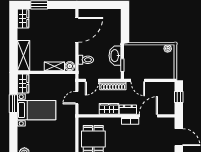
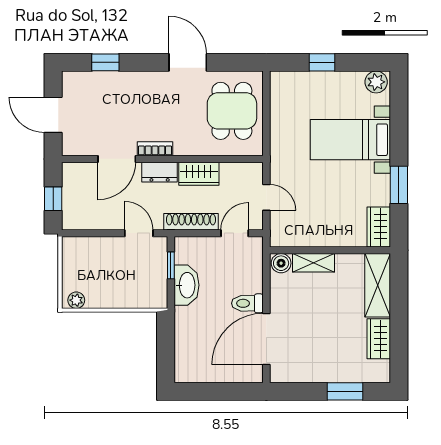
wardrobe: (23, 19) -> (379, 339), moved
toilet: (86, 60) -> (247, 303), moved
door: (77, 98) -> (266, 197), hinge flipped
bed with nightstands: (37, 110) -> (350, 140), moved

